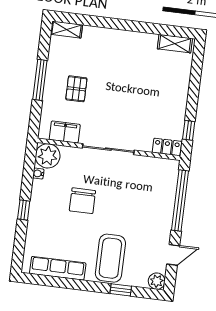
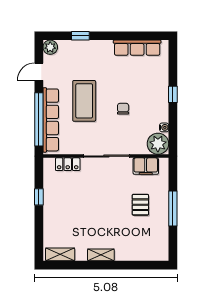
shelving: (66, 29) -> (101, 255), moved
window: (189, 130) -> (39, 197), moved
locker: (167, 147) -> (68, 164), moved
row of seats: (167, 198) -> (51, 120), added
chair: (82, 201) -> (123, 109), width x0.54, depth x0.54
coffee table: (110, 258) -> (84, 101), moved

